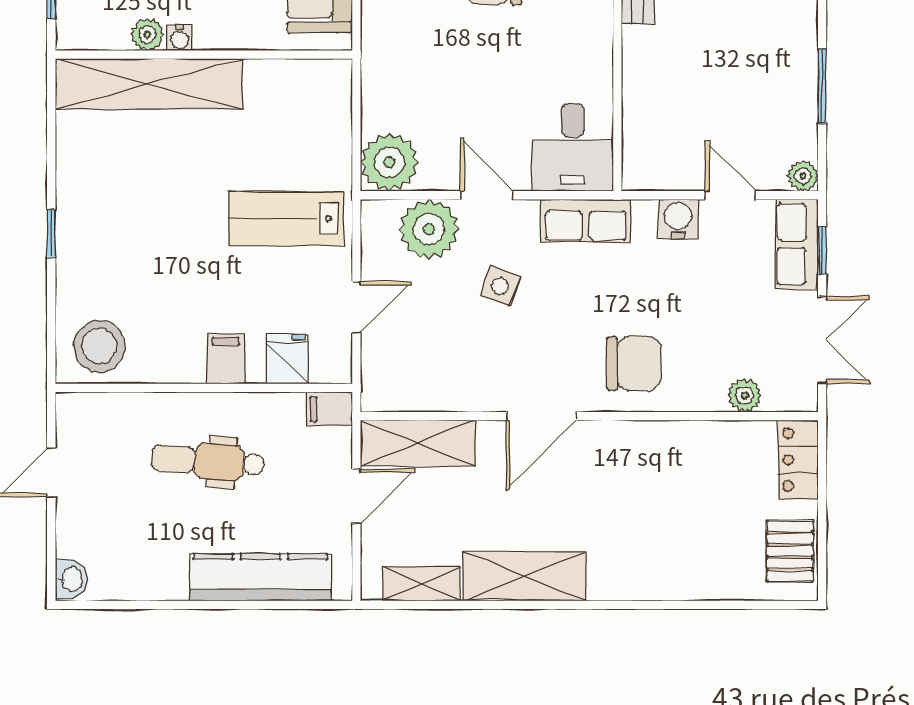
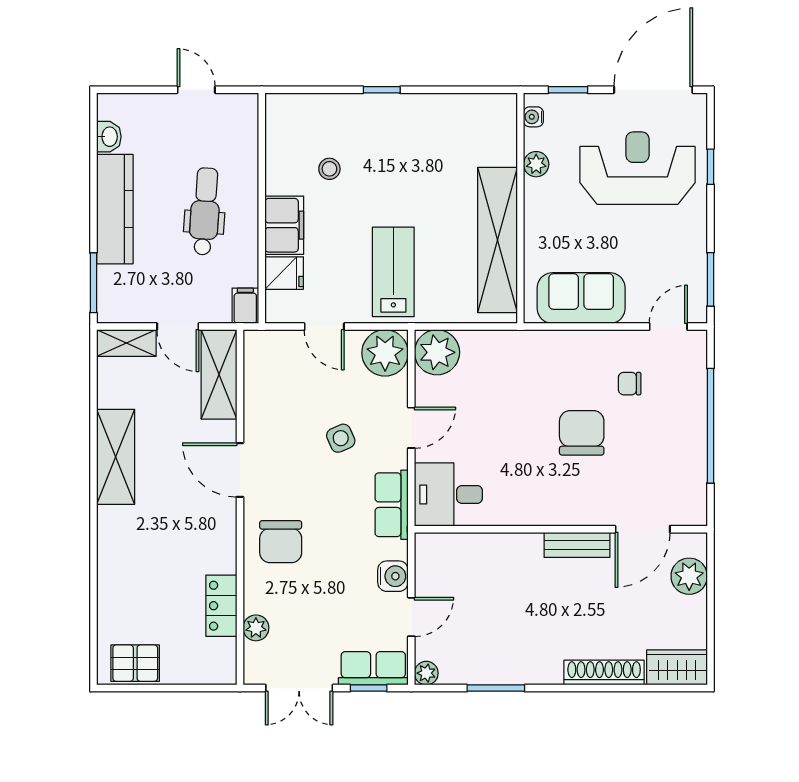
water cooler: (179, 38) -> (533, 117), moved
shelving: (149, 84) -> (497, 240), moved
plant: (429, 229) -> (385, 353), moved
side table: (500, 286) -> (341, 438), turned 45
stool: (99, 346) -> (329, 169), moved, width x0.53, depth x0.53
filing cabinet: (226, 359) -> (284, 225), width x2.00
locker: (798, 460) -> (221, 606), moved, turned -90
kitchen counter: (260, 577) -> (115, 209), moved
washbasin: (71, 579) -> (109, 137), moved, turned -90
shelving: (421, 583) -> (126, 343), moved, turned 90
window: (300, 605) -> (93, 283), added

